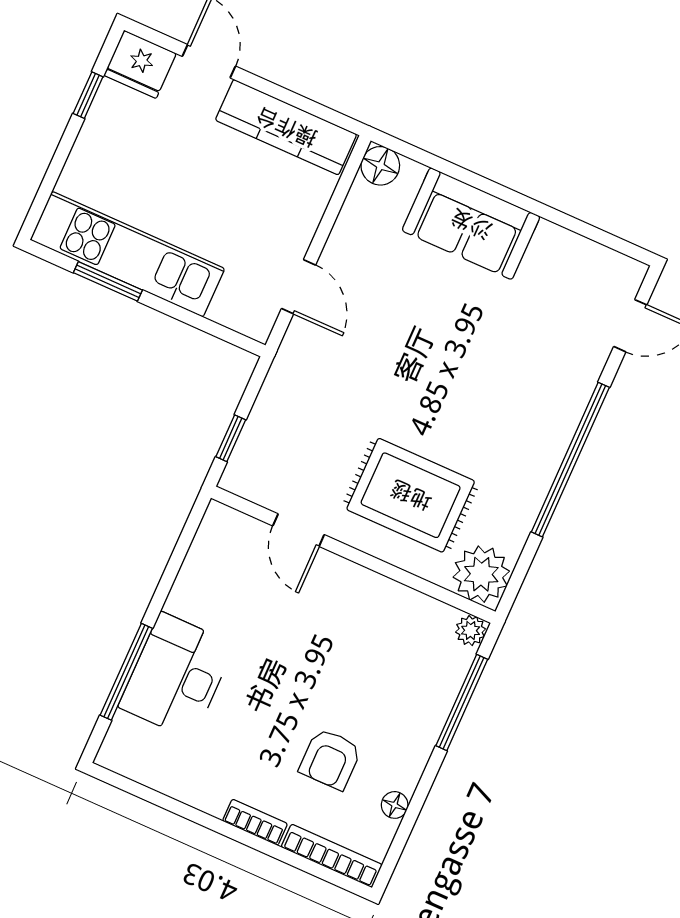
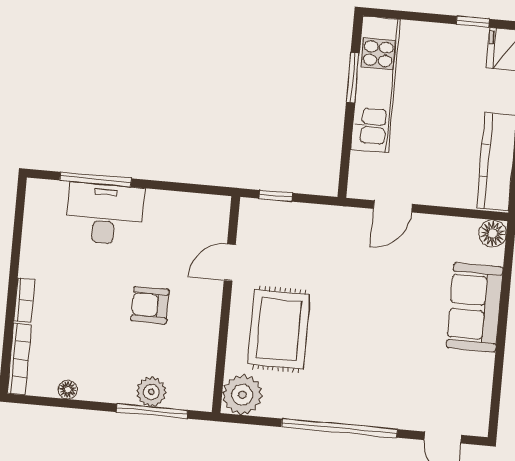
plant: (471, 630) -> (151, 392), moved, width x1.38, depth x1.38
armchair: (330, 759) -> (150, 305), moved

